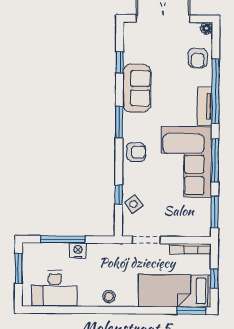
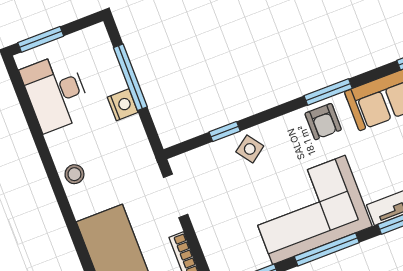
armchair: (136, 152) -> (323, 122), moved
side table: (134, 204) -> (250, 149), moved
window: (19, 268) -> (41, 39), moved

